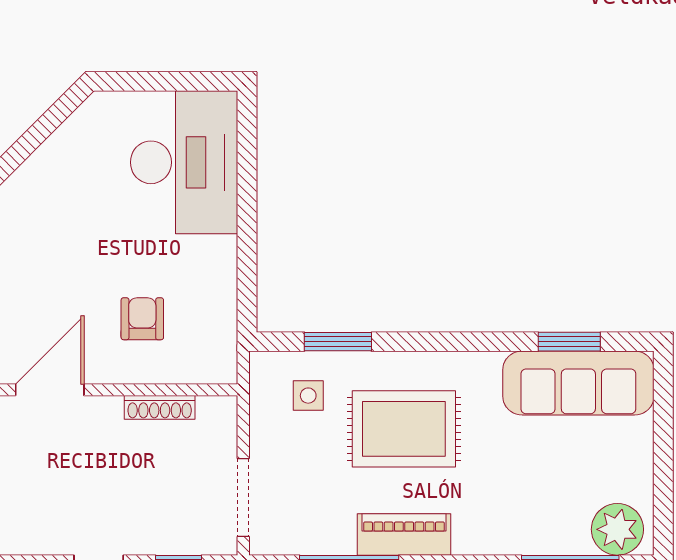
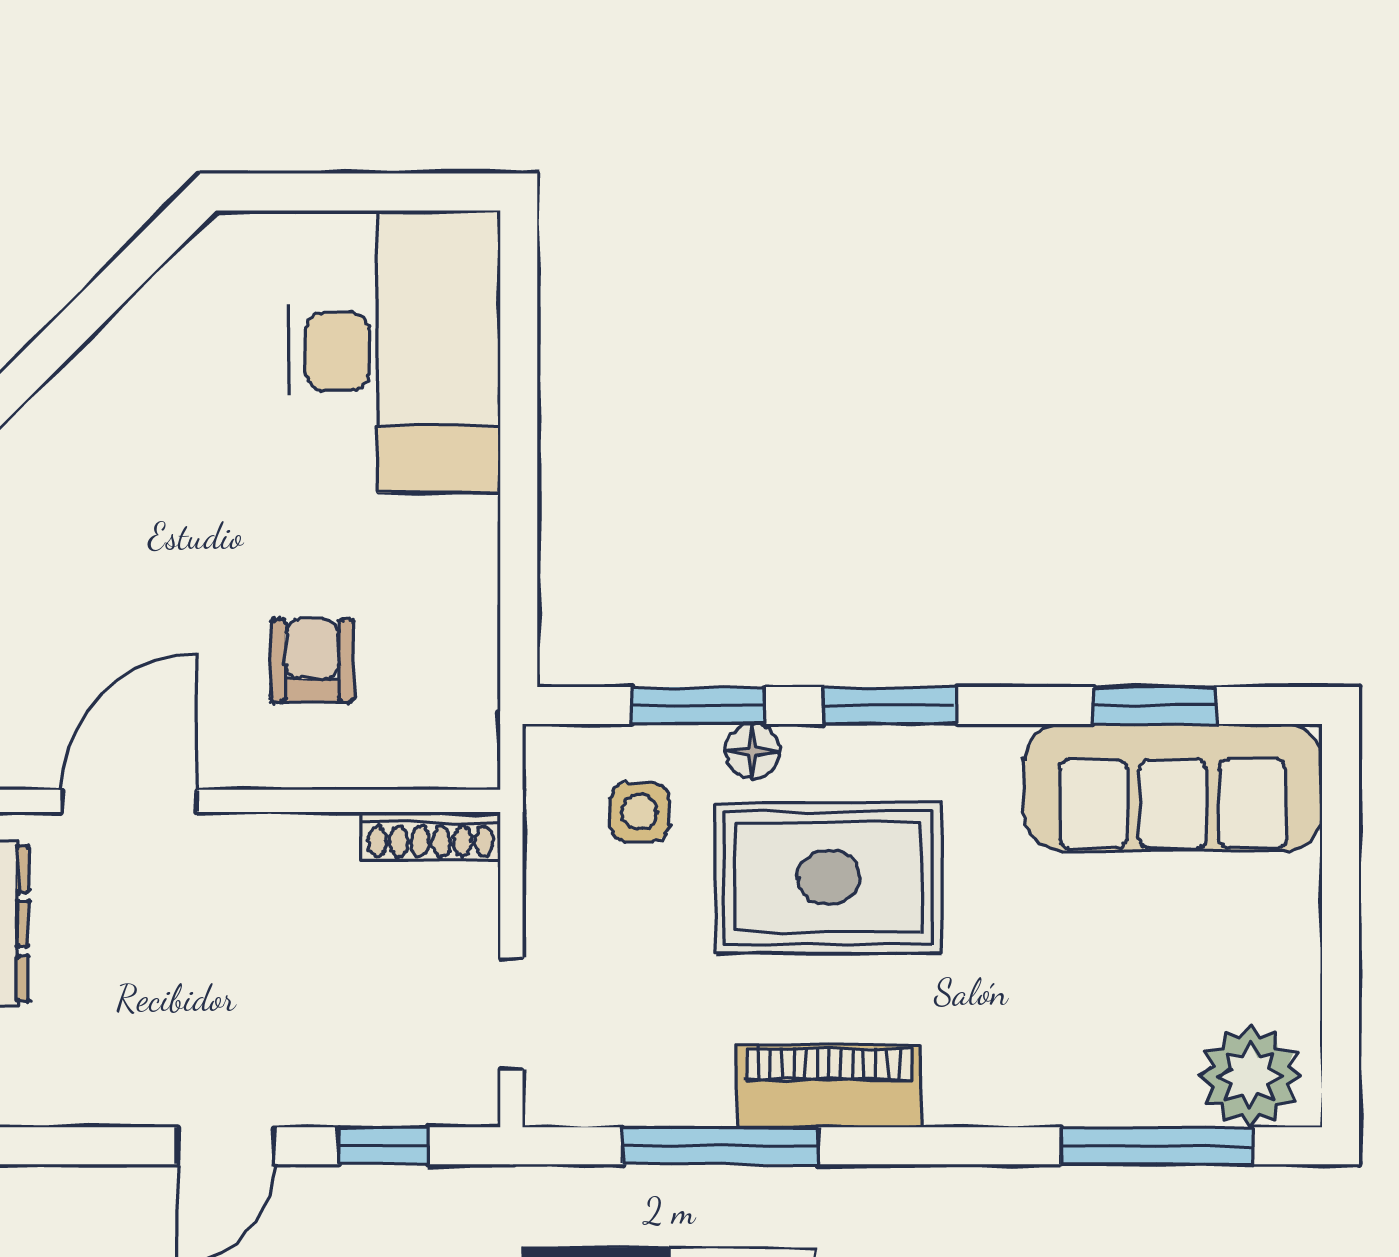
window: (435, 342) -> (890, 706), added
floor lamp: (365, 365) -> (752, 751), added
shoe rack: (160, 407) -> (431, 836), moved
doorway: (243, 498) -> (511, 1014), width x0.73

